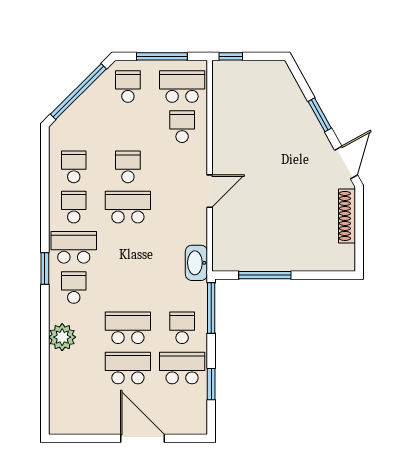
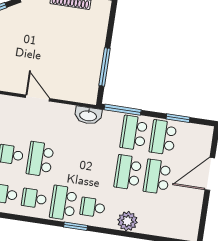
school desk: (182, 328) -> (134, 133), width x1.85

